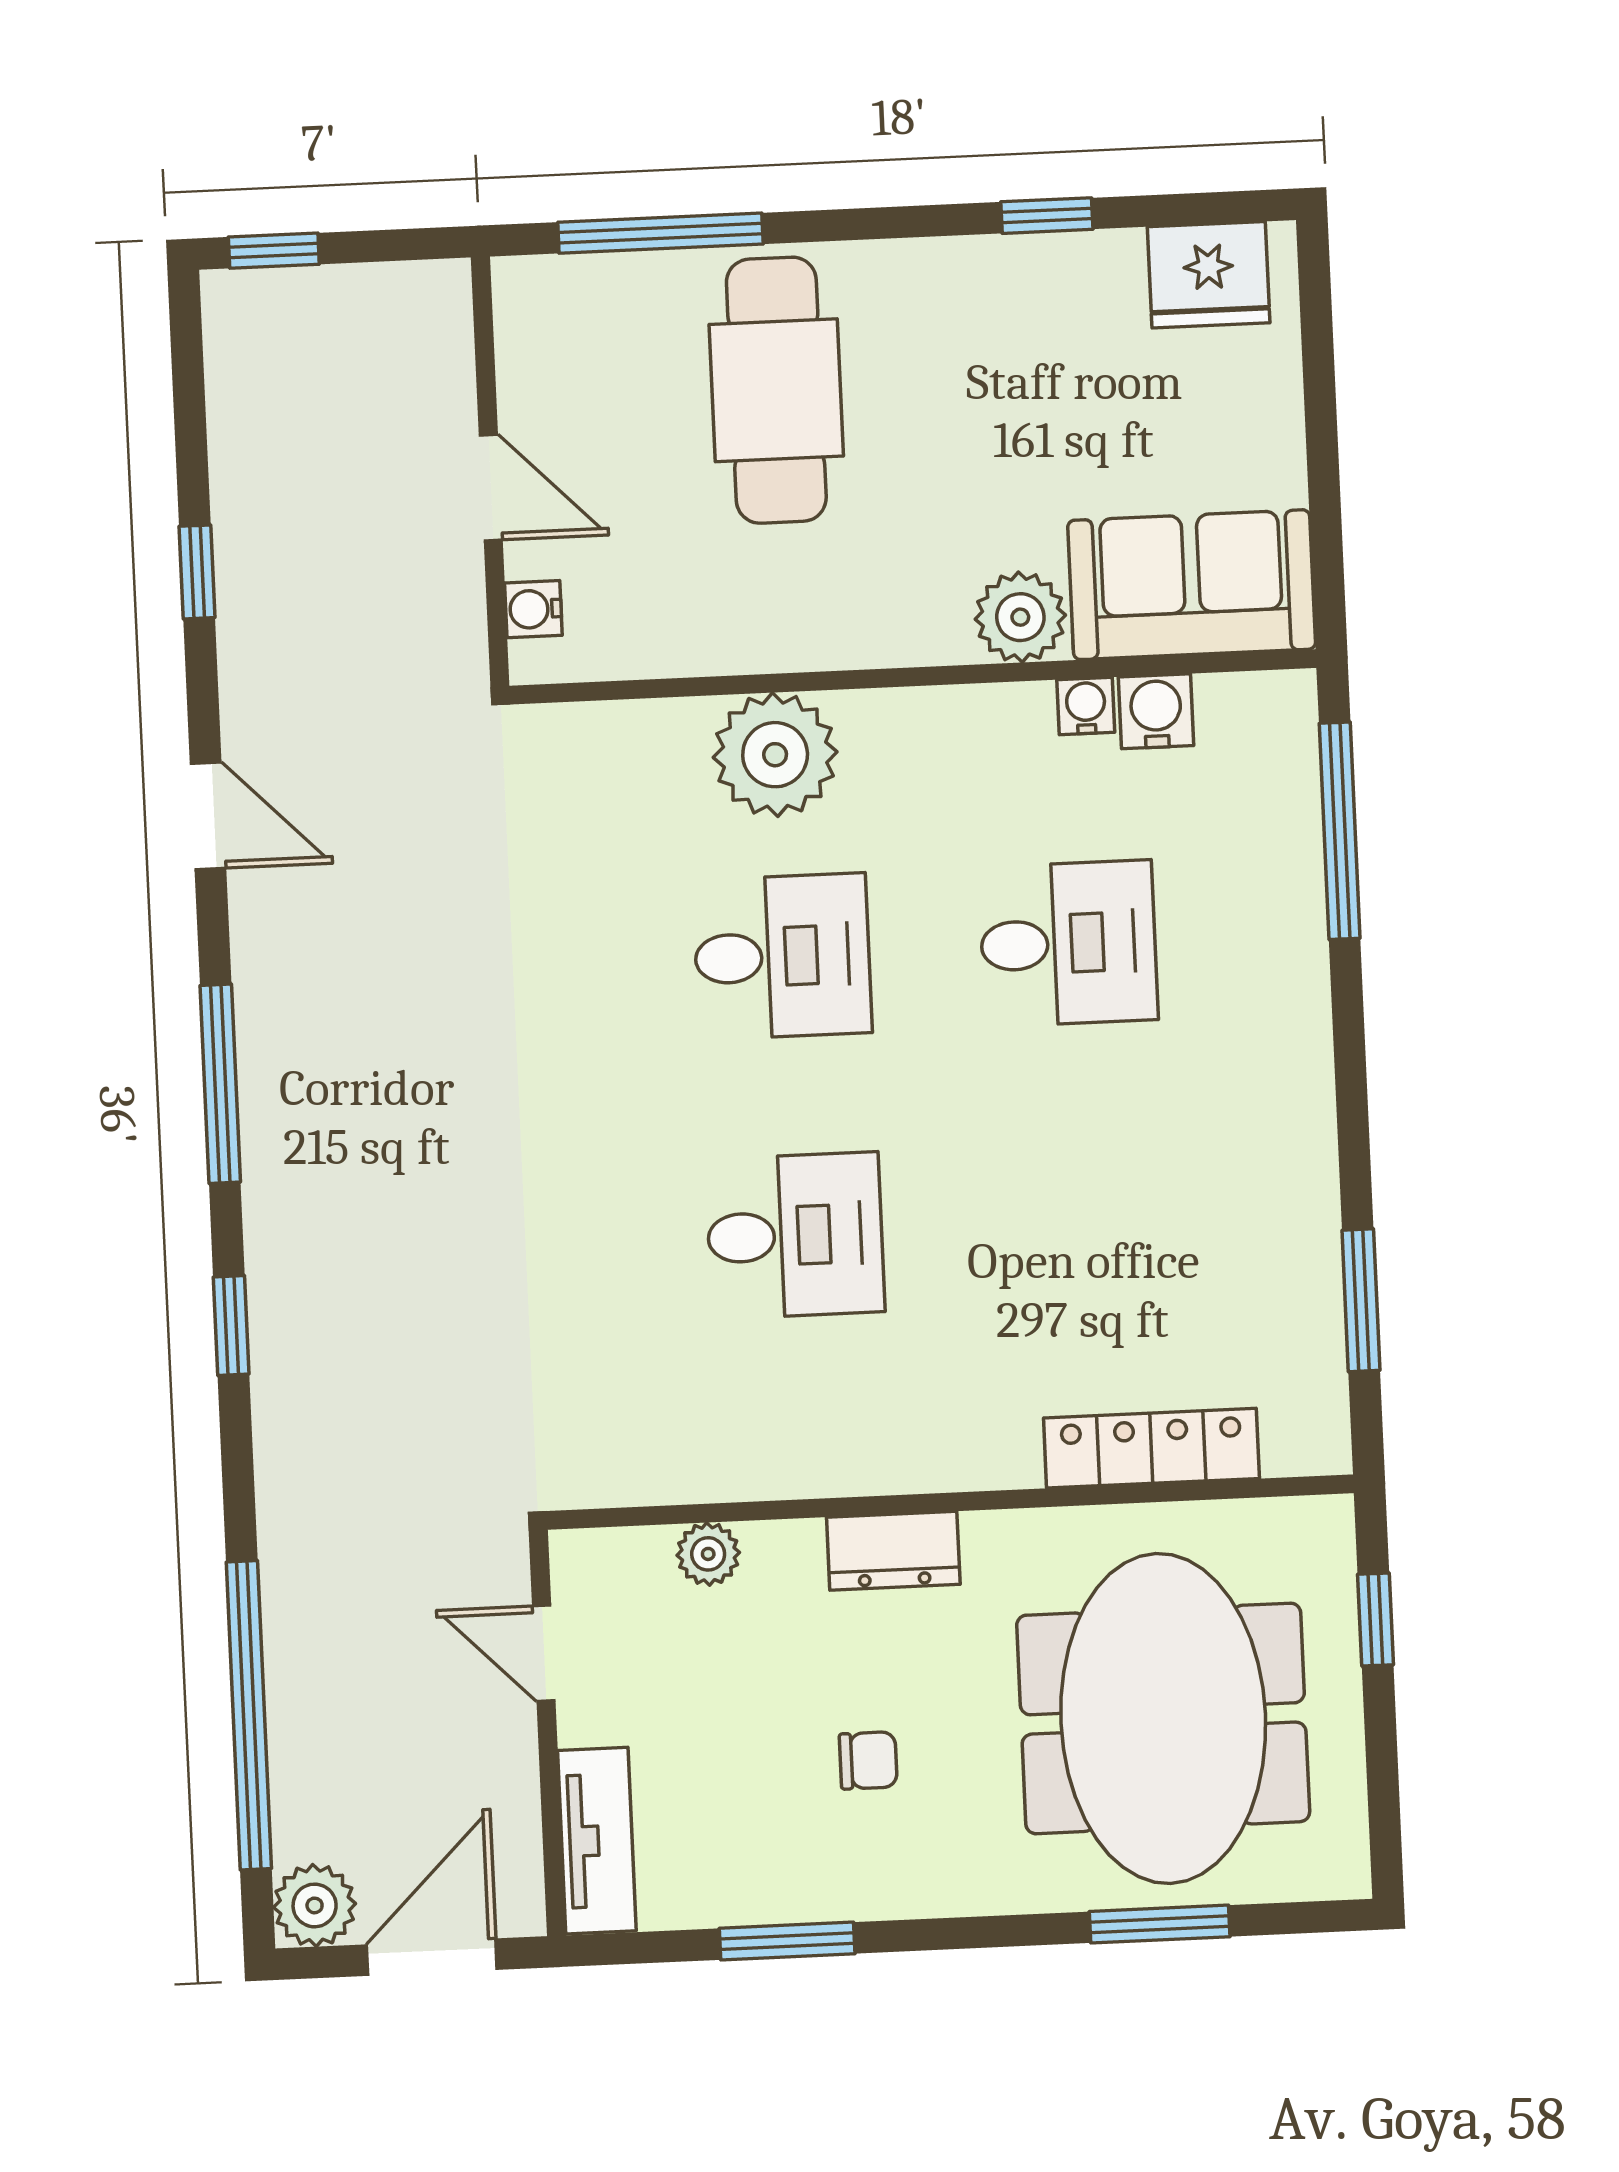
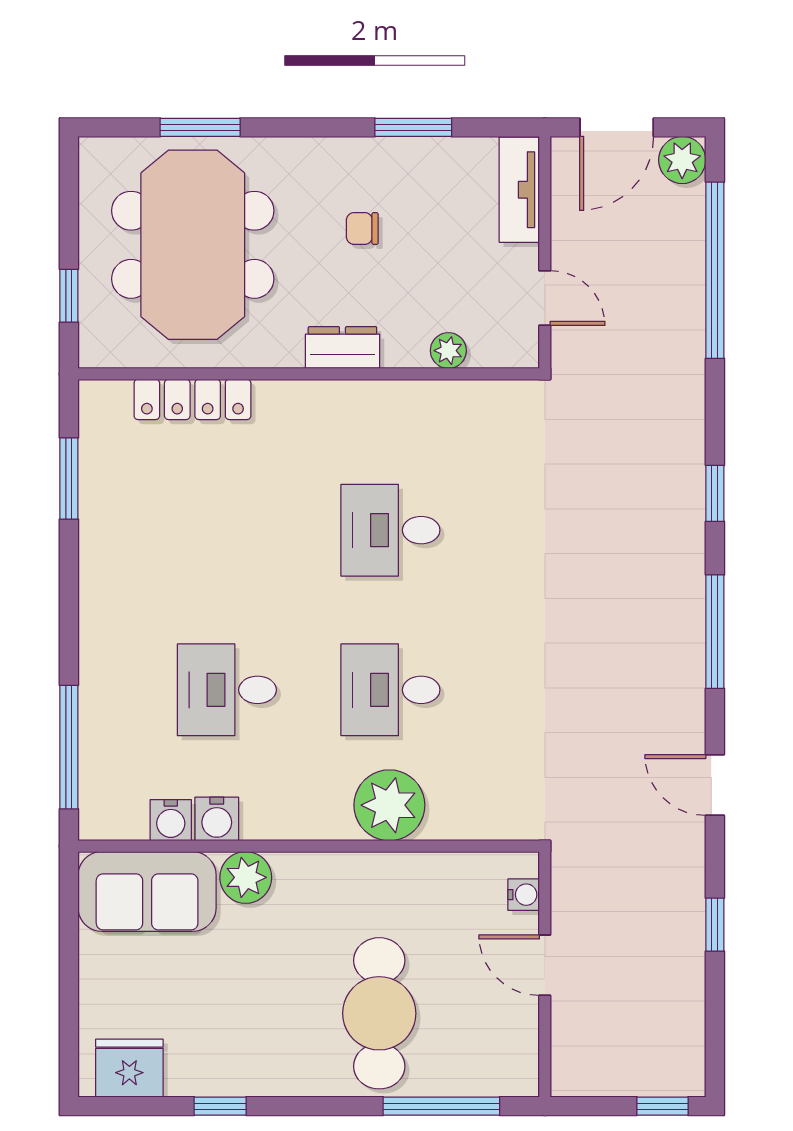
water cooler: (1086, 706) -> (217, 819), width x1.38, depth x1.38

